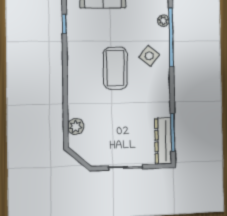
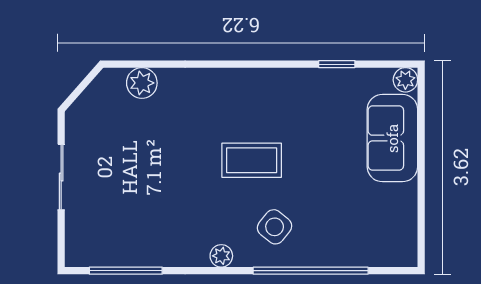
plant: (163, 21) -> (221, 256), moved
coffee table: (115, 68) -> (252, 160), width x0.73, depth x0.76
dresser: (163, 141) -> (110, 251), removed

